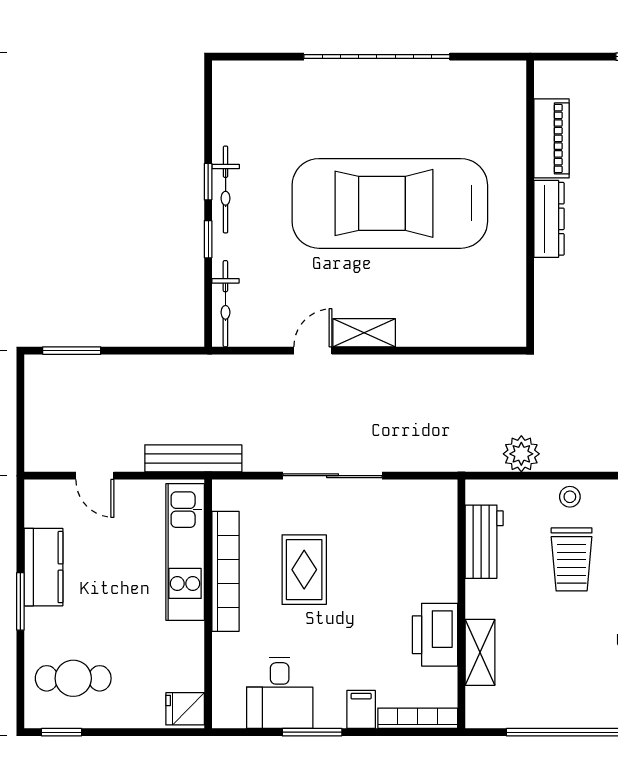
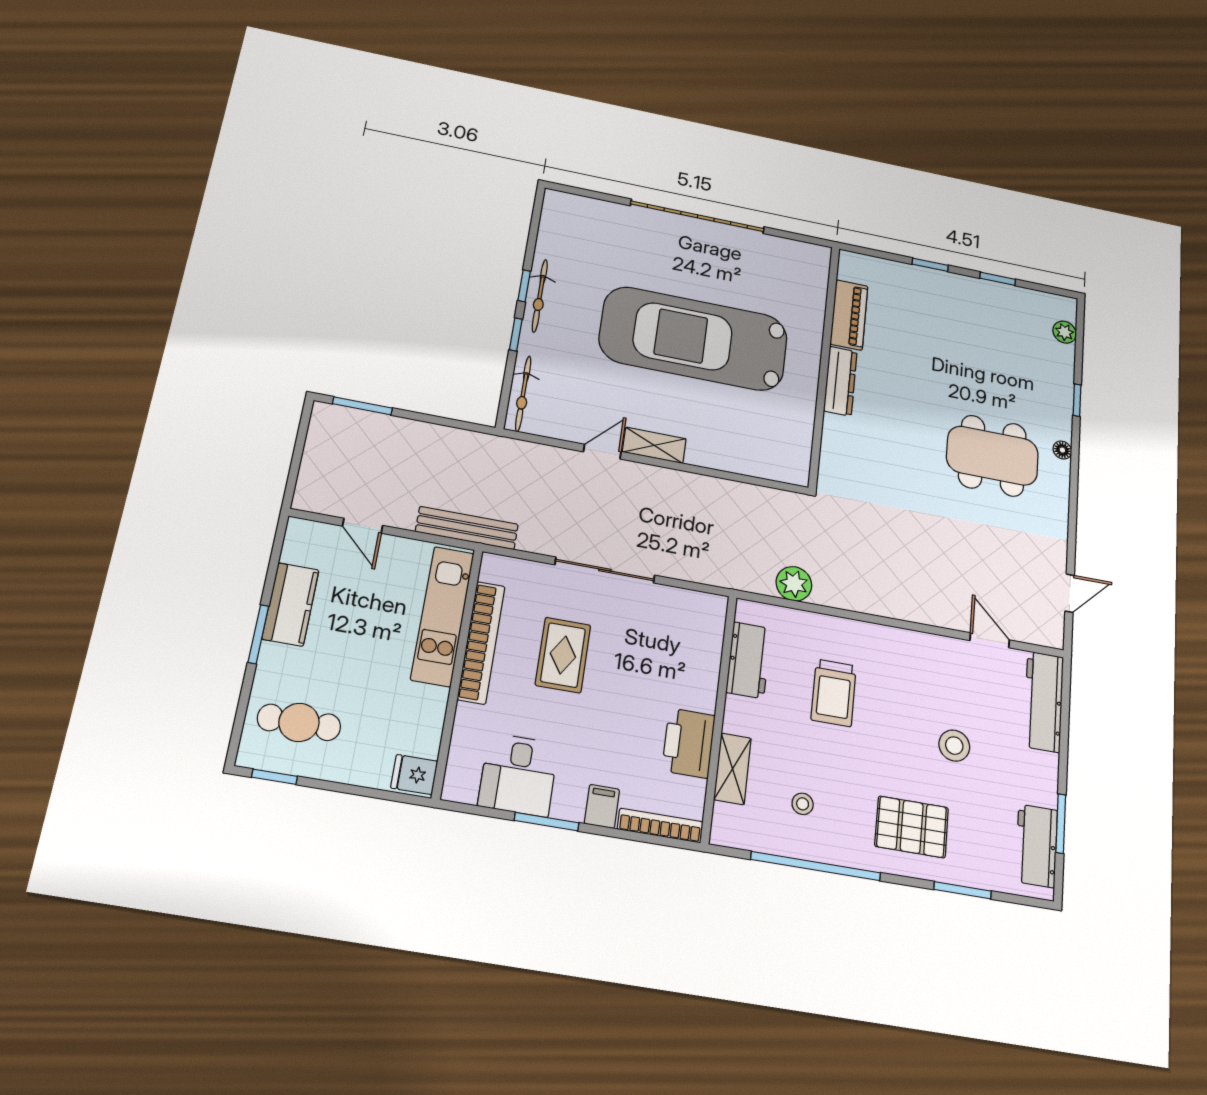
stool: (570, 497) -> (803, 804), moved

